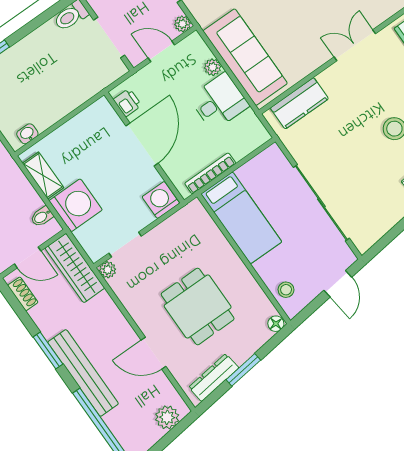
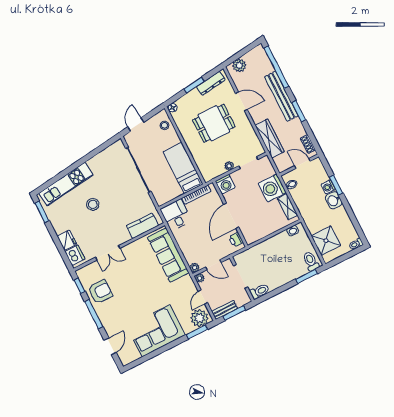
plant: (213, 67) -> (195, 268), moved
desk: (219, 102) -> (176, 215), moved, turned 90
wardrobe: (75, 268) -> (270, 138), moved
plant: (108, 270) -> (229, 166), moved
dining table: (198, 306) -> (214, 123), turned 90

